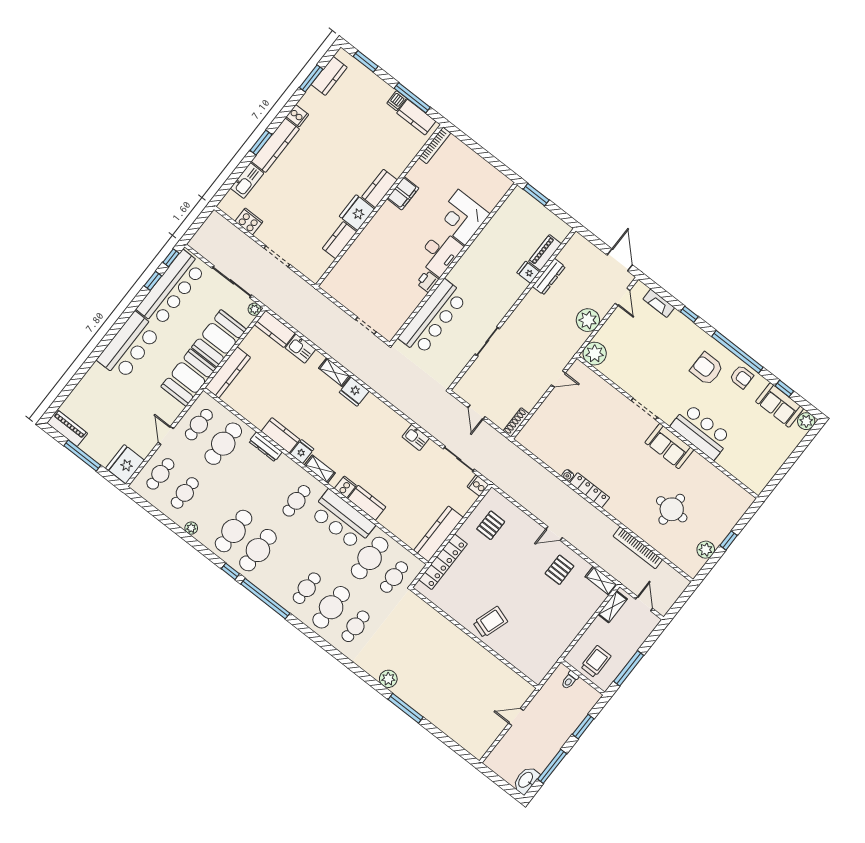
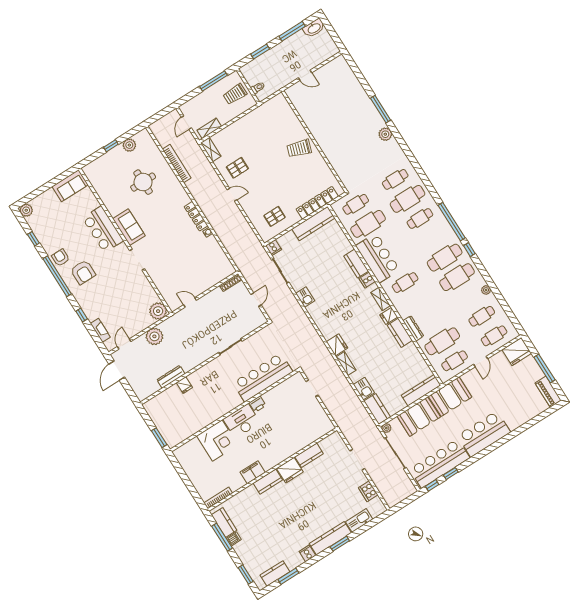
piano: (545, 253) -> (168, 395), removed
sofa: (780, 405) -> (70, 186), moved, turned 90

